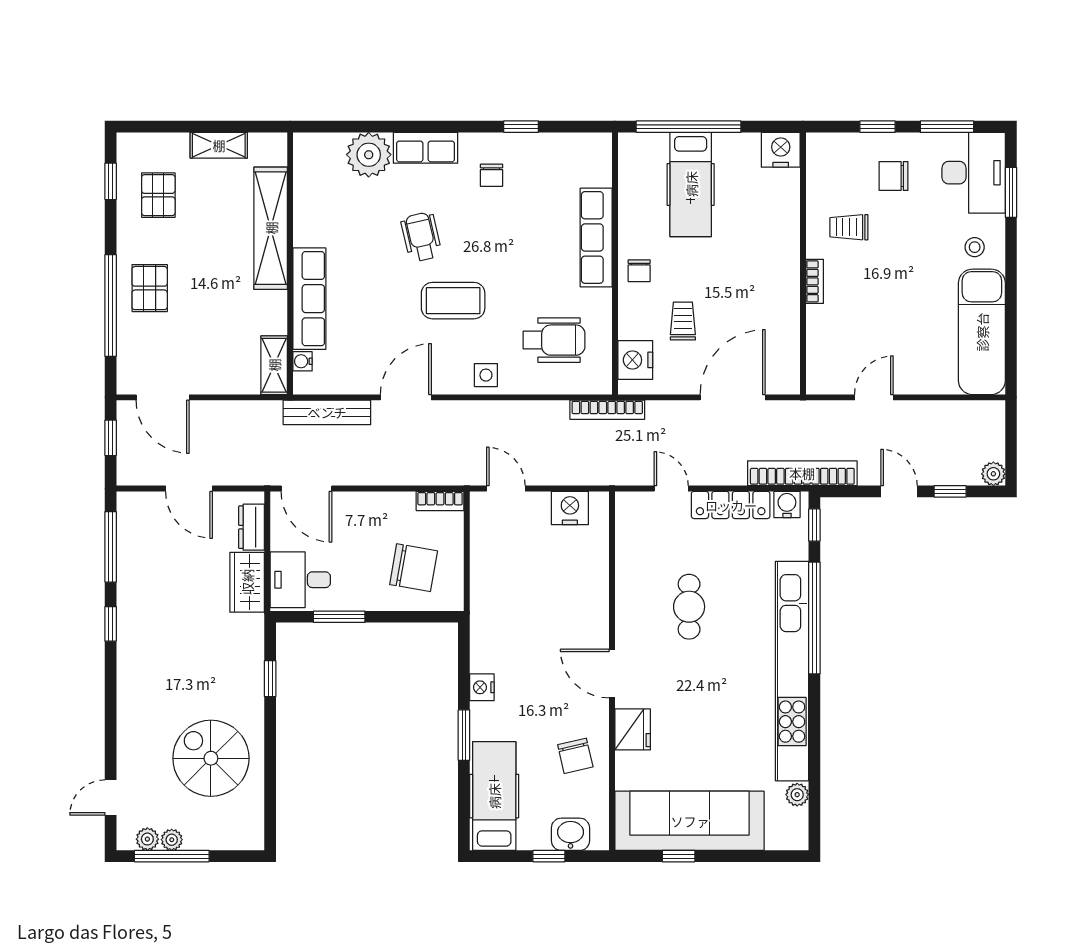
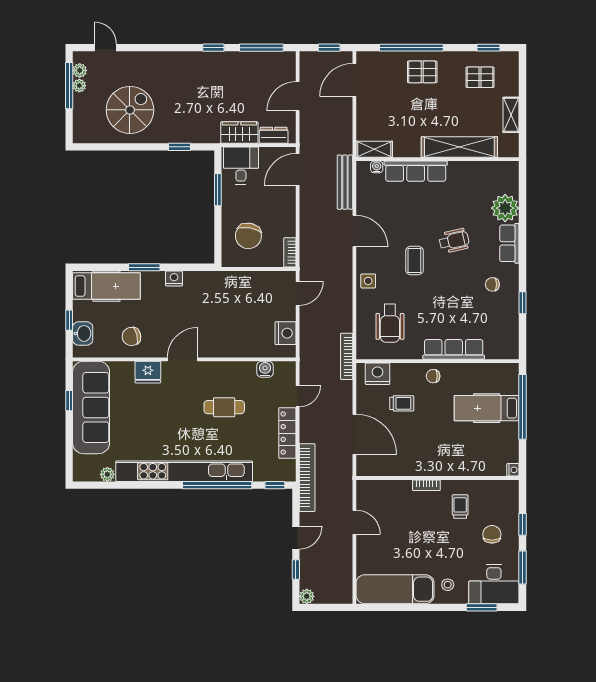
nightstand: (781, 150) -> (513, 470), width x0.53, depth x0.56
coffee table: (453, 301) -> (414, 261), width x0.73, depth x0.77
water cooler: (787, 504) -> (265, 369), moved, turned -90

